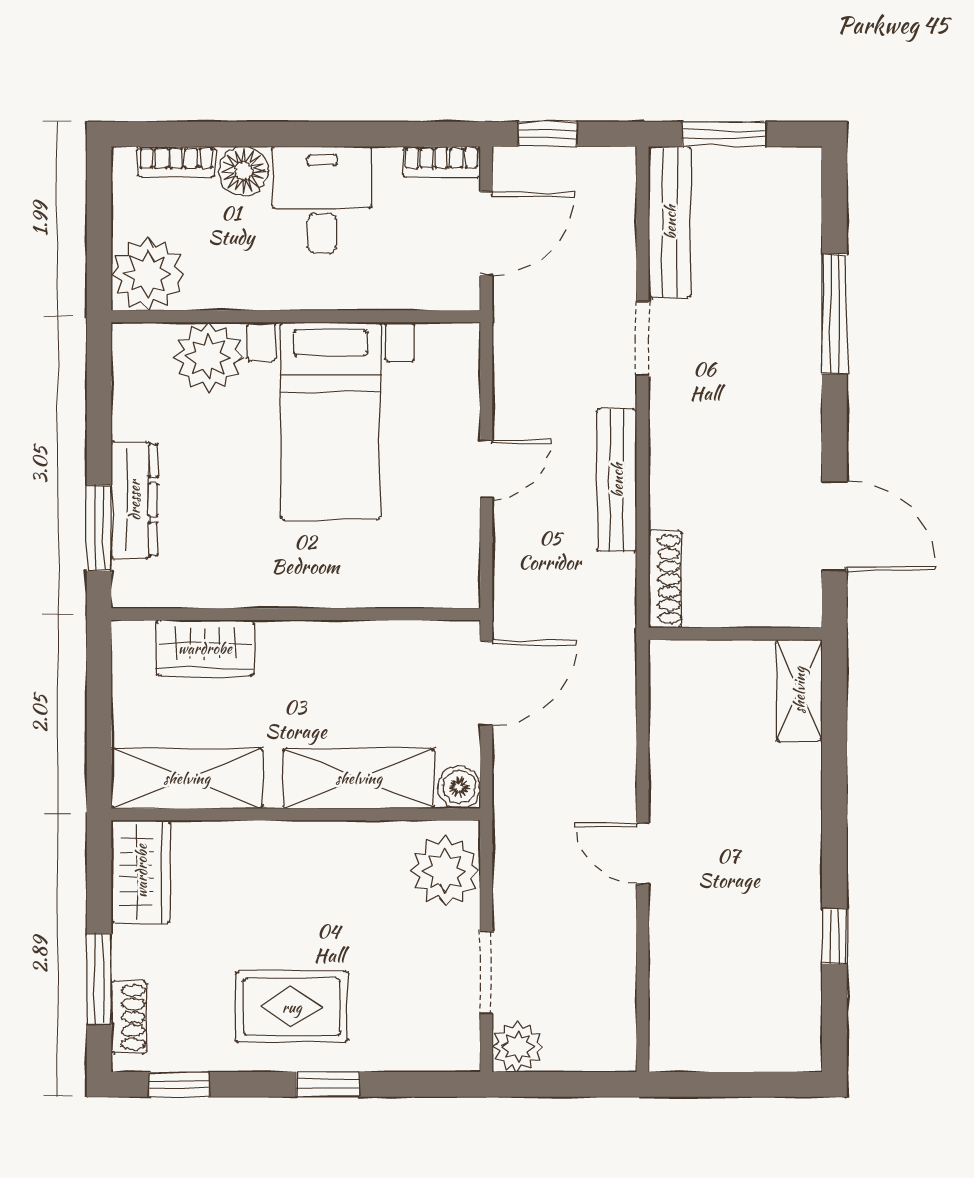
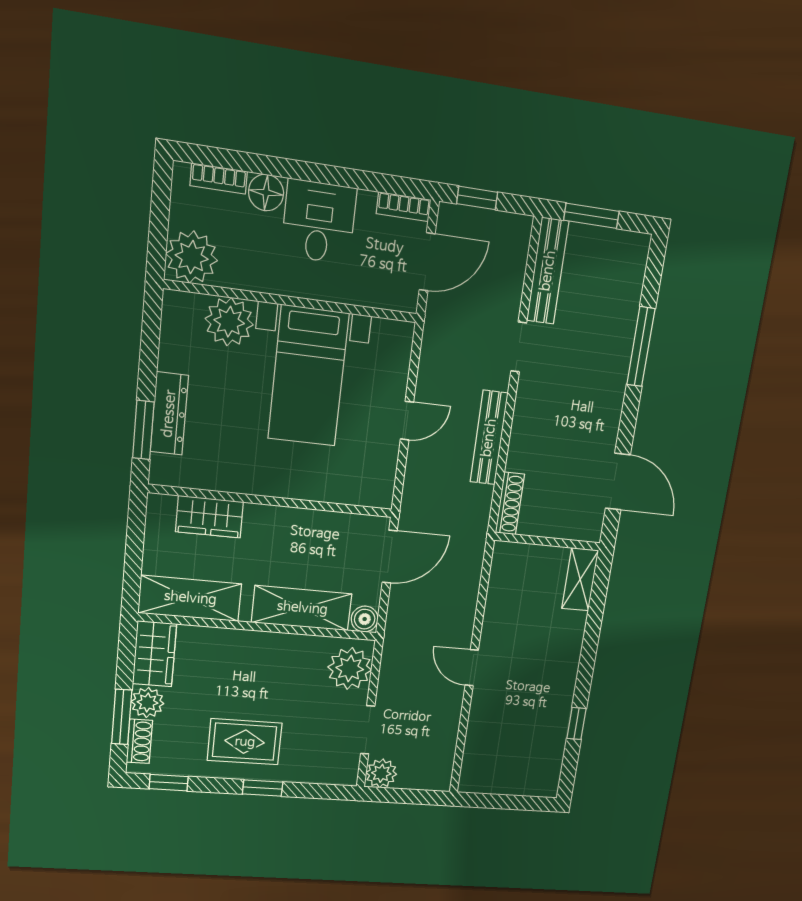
plant: (136, 952) -> (147, 702), added

